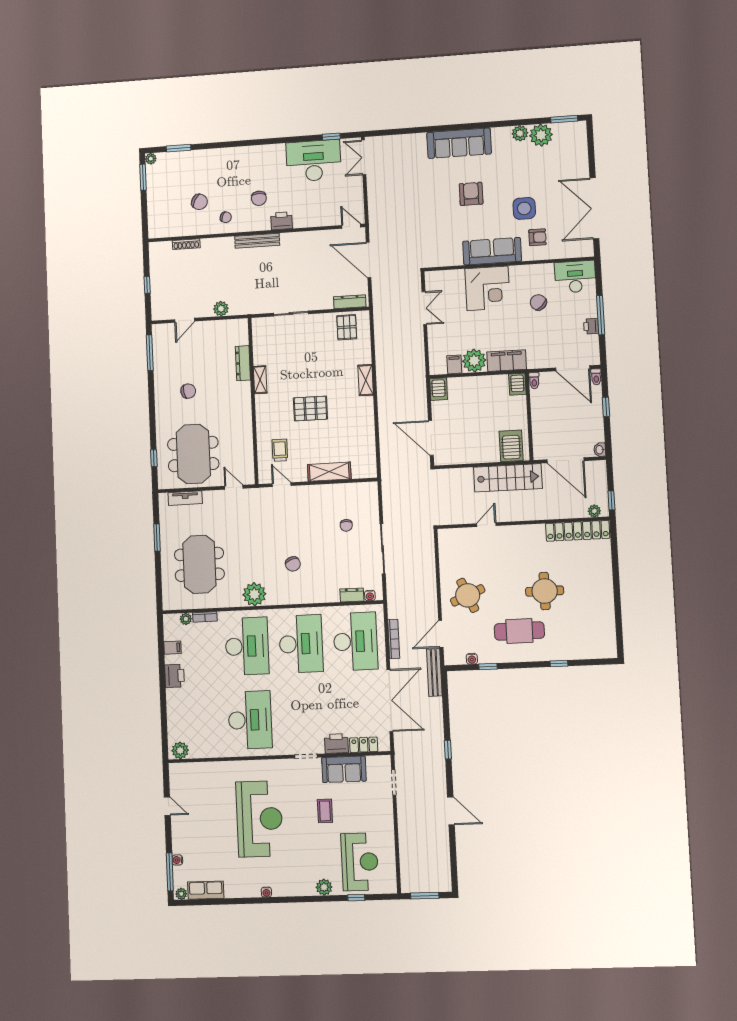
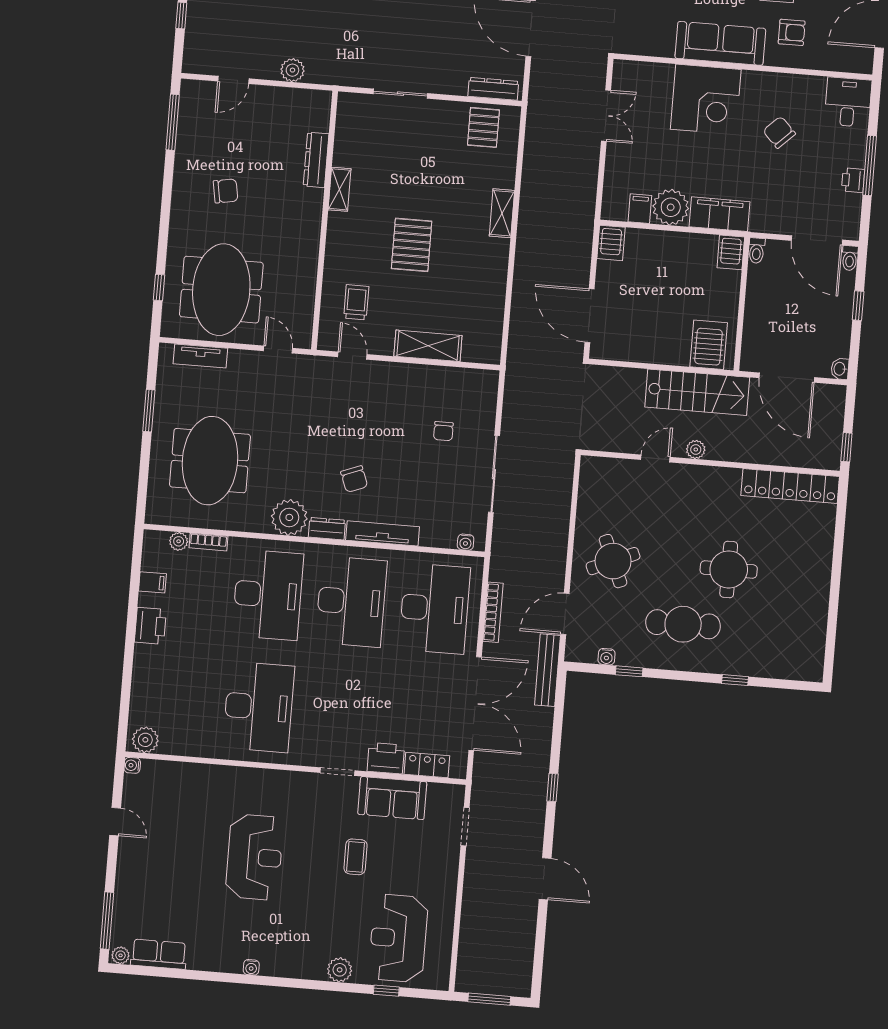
desk: (575, 277) -> (848, 102), width x0.73
pallet: (310, 409) -> (412, 245), turned 90
plant: (594, 511) -> (696, 450), moved
dresser: (352, 595) -> (327, 529), moved
tv unit: (316, 597) -> (383, 533), added
reception desk: (259, 819) -> (254, 857), width x0.74, depth x0.77
water cooler: (177, 860) -> (132, 765), moved
reception desk: (360, 862) -> (398, 938), turned 180

